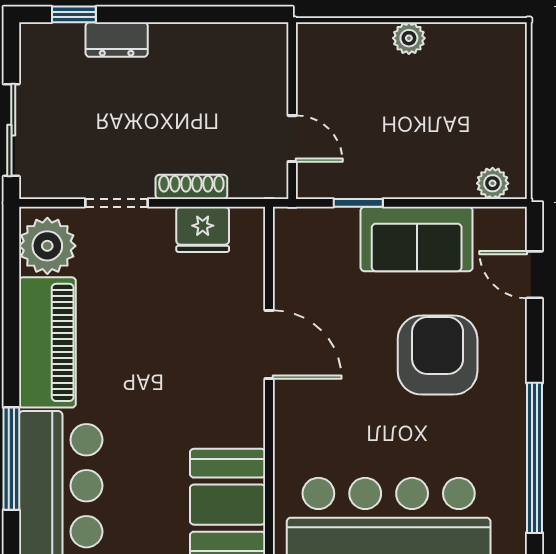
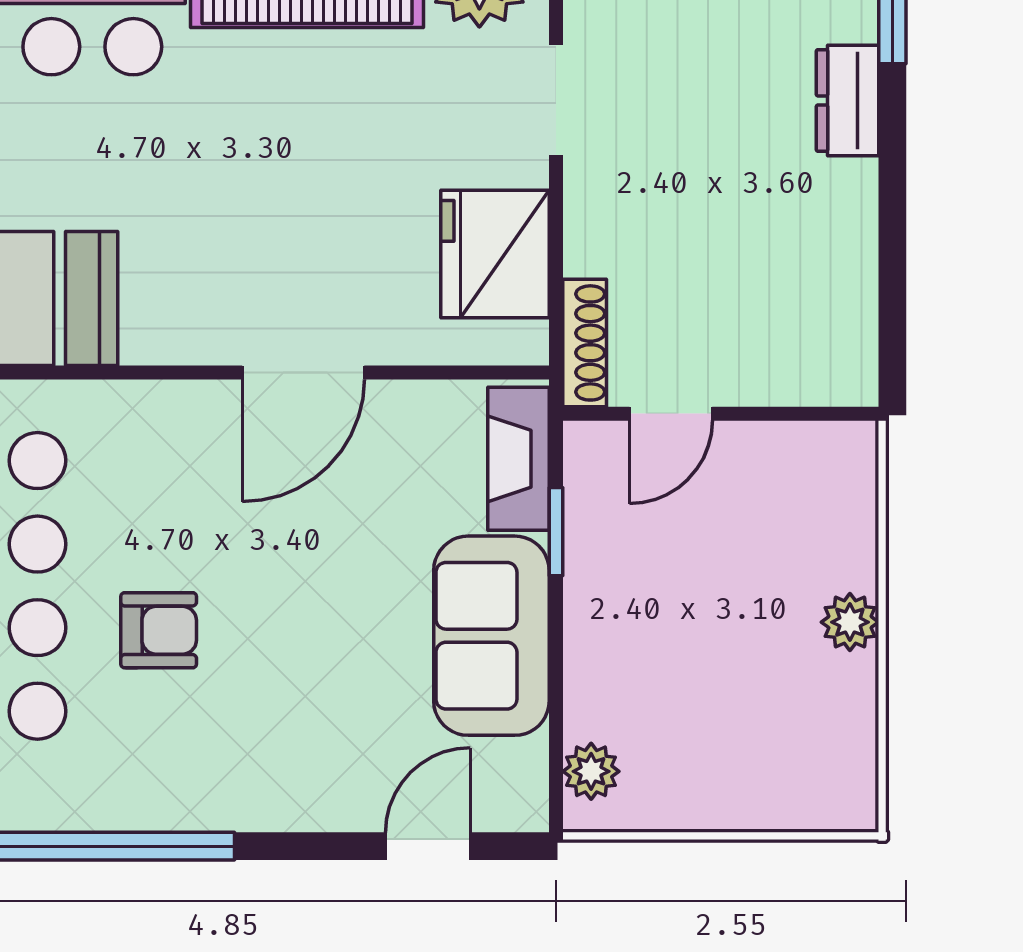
shoe rack: (191, 187) -> (585, 343), moved
fireplace: (317, 224) -> (519, 459), added
fridge: (203, 229) -> (495, 254), width x1.36, depth x1.34
armchair: (438, 355) -> (159, 630), moved, width x0.53, depth x0.53

